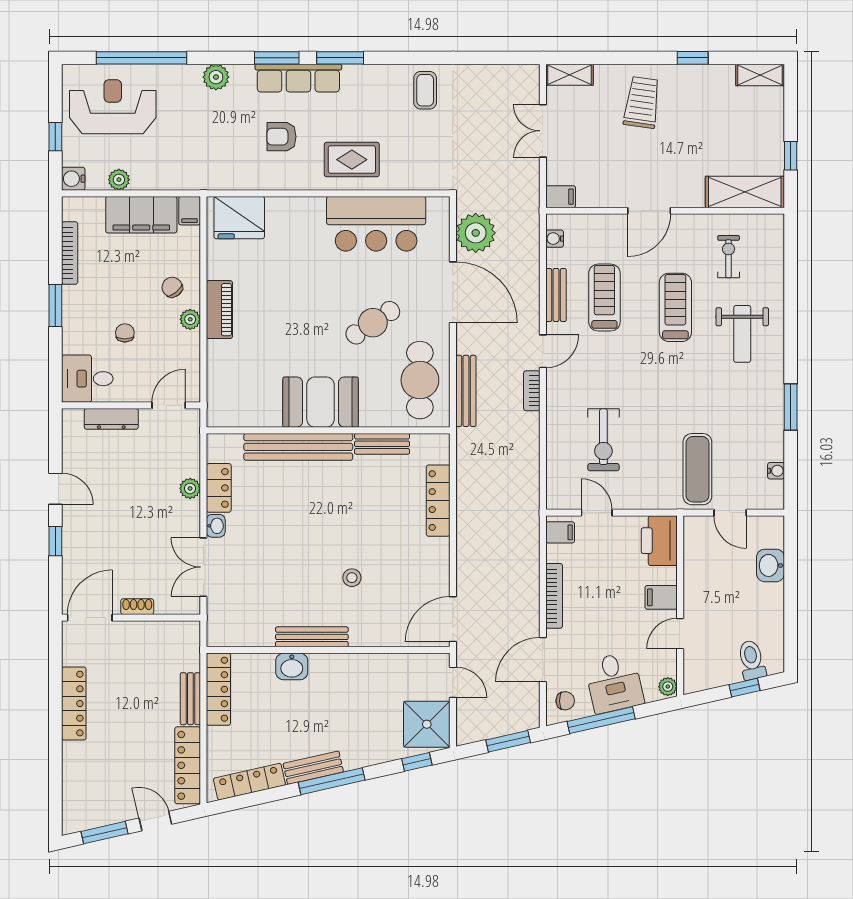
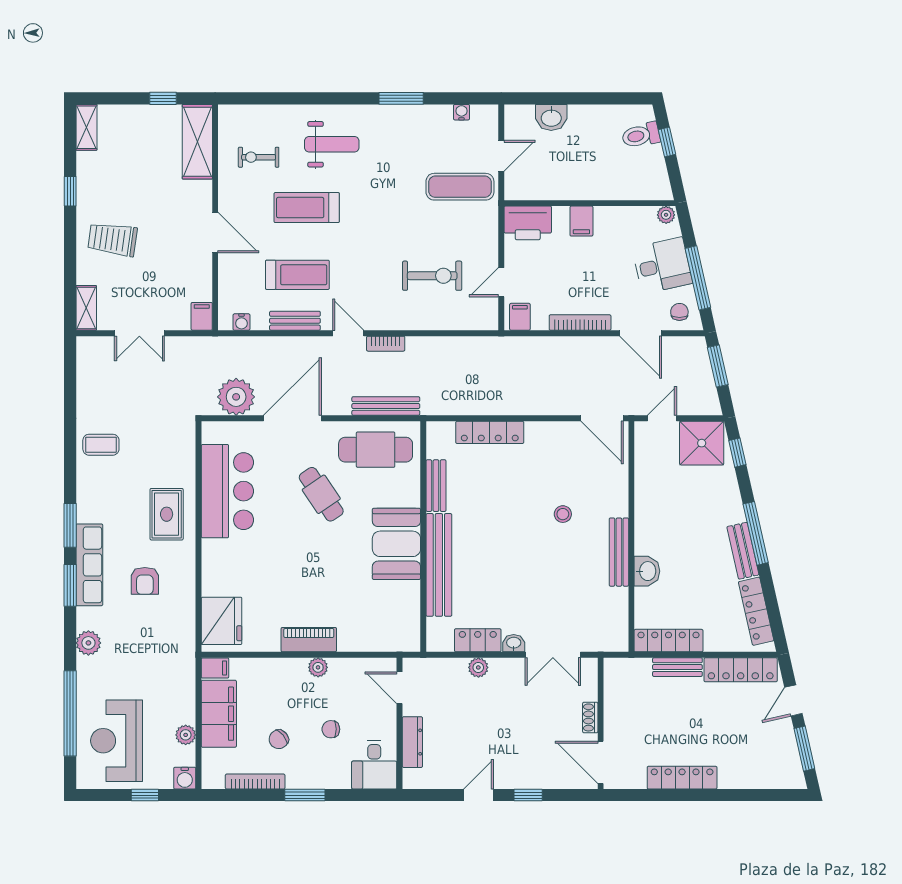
chair: (172, 287) -> (279, 739), moved
treadmill: (604, 298) -> (297, 275), turned 180
door: (680, 634) -> (616, 203), removed

